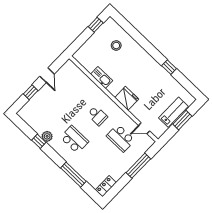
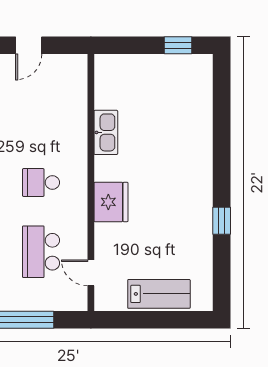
stool: (116, 45) -> (176, 107), removed
school desk: (97, 116) -> (41, 183), turned 90
window: (182, 120) -> (160, 320), removed

